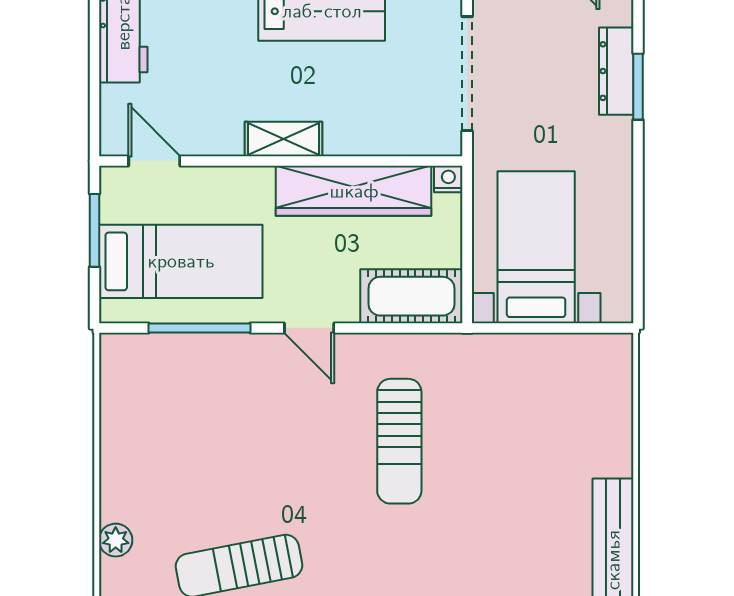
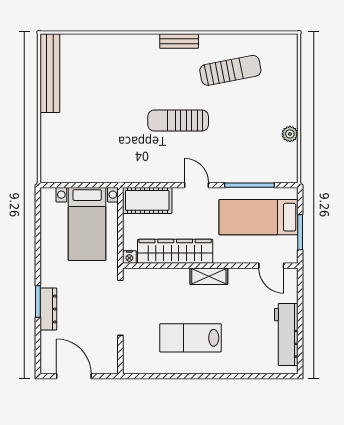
sun lounger: (399, 441) -> (178, 121), moved, turned -90
plant: (116, 540) -> (290, 134), moved

